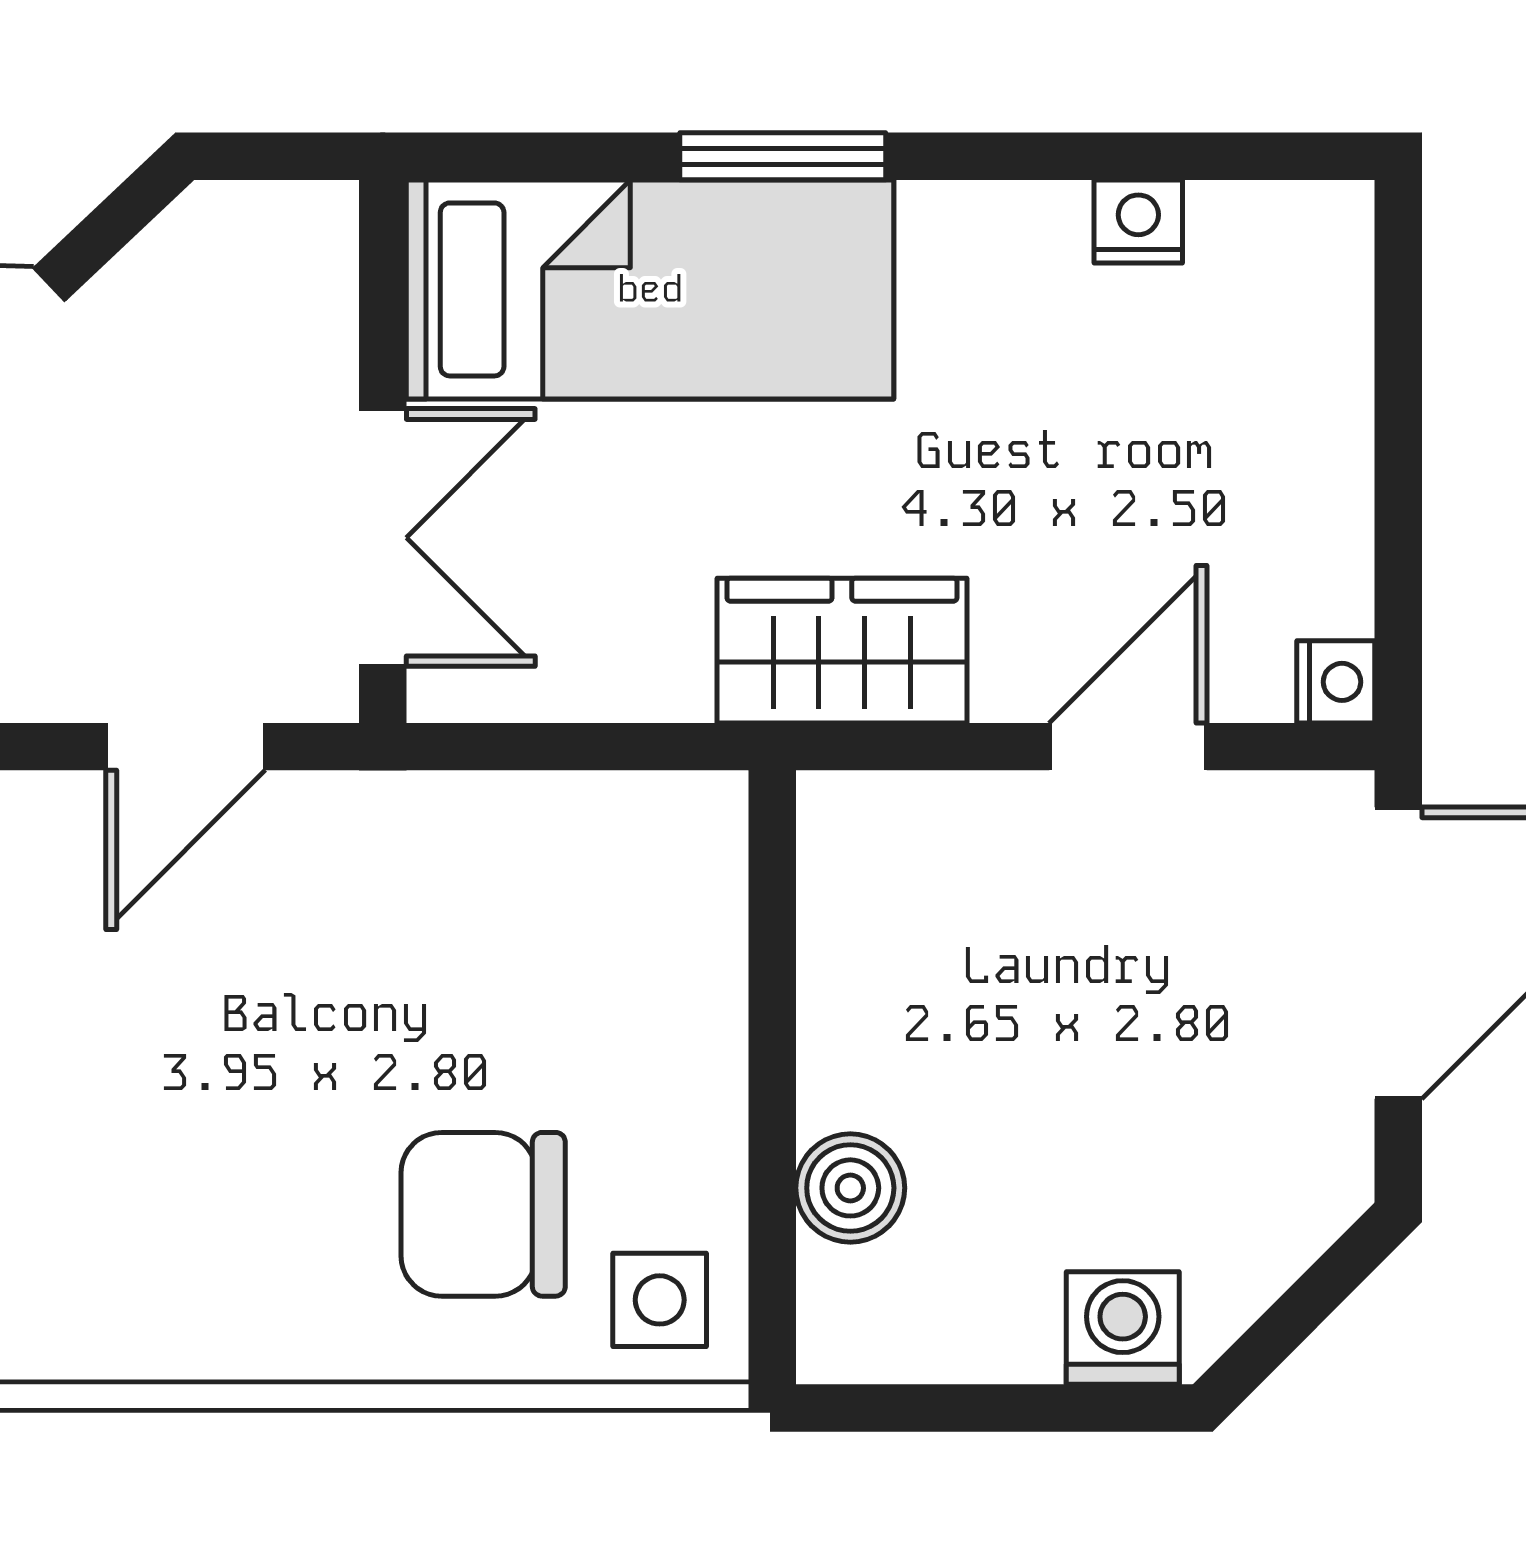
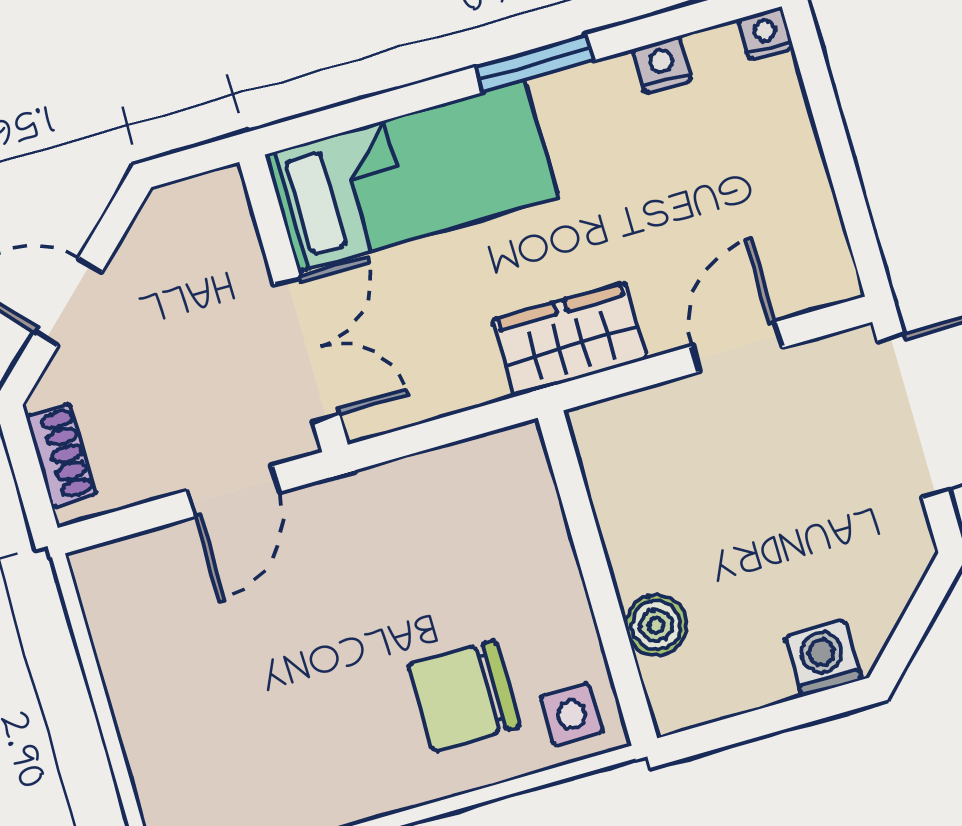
window: (783, 156) -> (534, 64), moved
nightstand: (1336, 682) -> (766, 33), moved, turned -90

